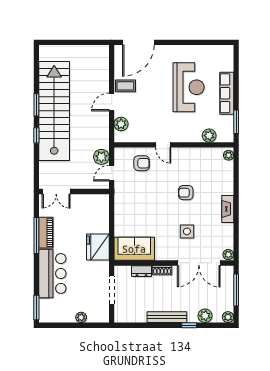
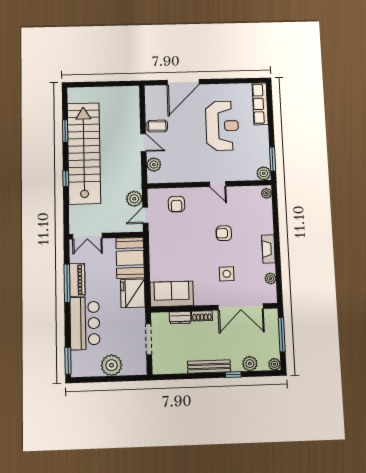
door: (138, 42) -> (183, 82), moved
row of seats: (227, 93) -> (260, 104), moved
door: (112, 102) -> (143, 143), swing flipped
window: (36, 105) -> (65, 131), moved
plant: (209, 136) -> (264, 173), moved
door: (163, 145) -> (218, 184), moved
armchair: (142, 163) -> (176, 204), turned 90
booth: (96, 214) -> (130, 258), added
plant: (228, 255) -> (271, 279), moved
plant: (81, 317) -> (112, 365), width x1.88, depth x1.88

